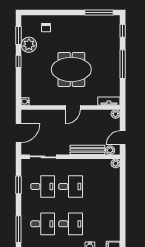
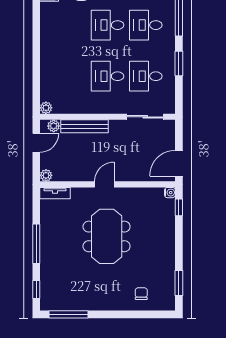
plant: (29, 45) -> (165, 270), removed
window: (19, 61) -> (179, 207), moved
meeting table: (71, 69) -> (107, 236), turned 90
door: (19, 133) -> (179, 163), moved
window: (19, 185) -> (179, 63), moved

